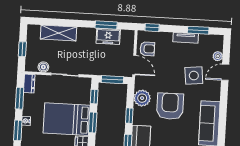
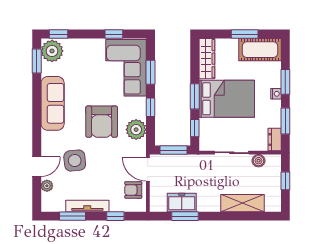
window: (152, 28) -> (115, 216), moved
tv unit: (186, 38) -> (87, 206), width x1.41

